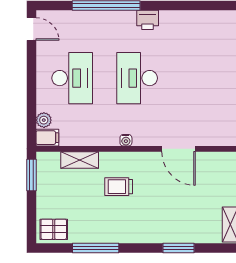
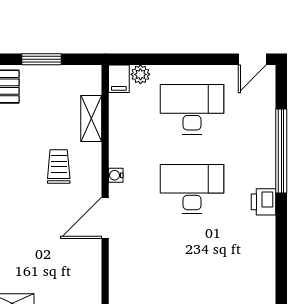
desk: (72, 78) -> (192, 109), turned 180
door: (178, 149) -> (105, 218), moved
window: (31, 175) -> (42, 59), moved

